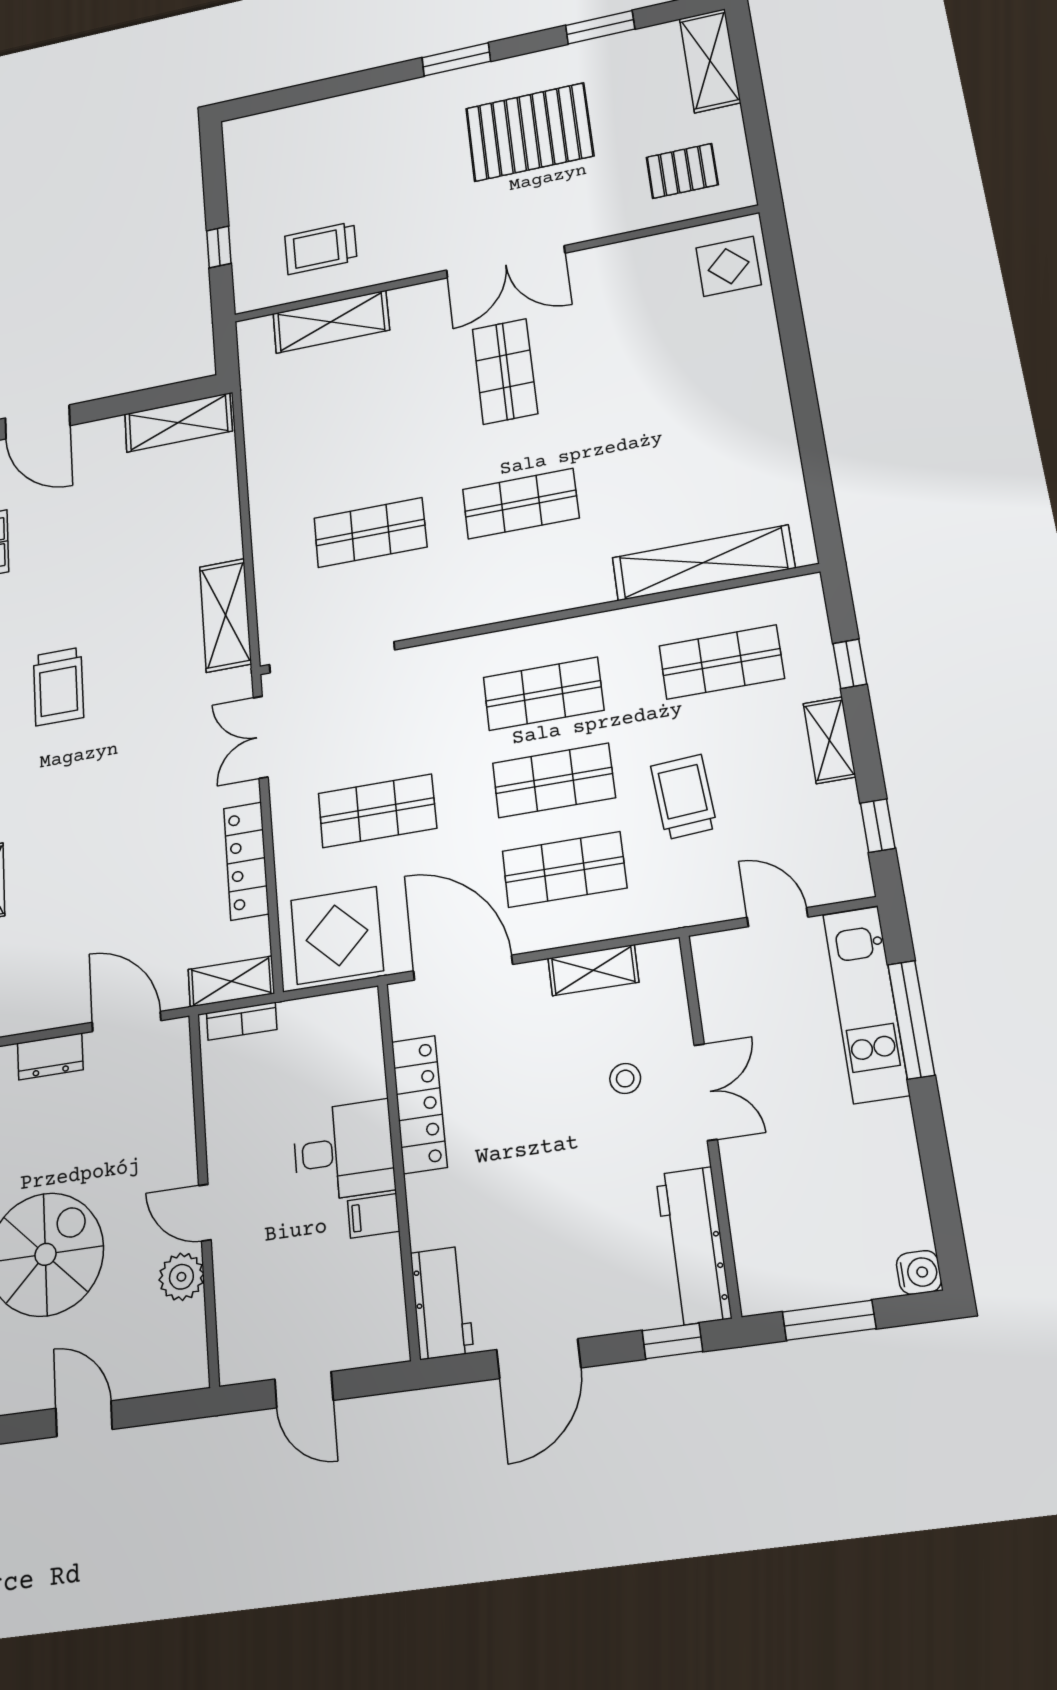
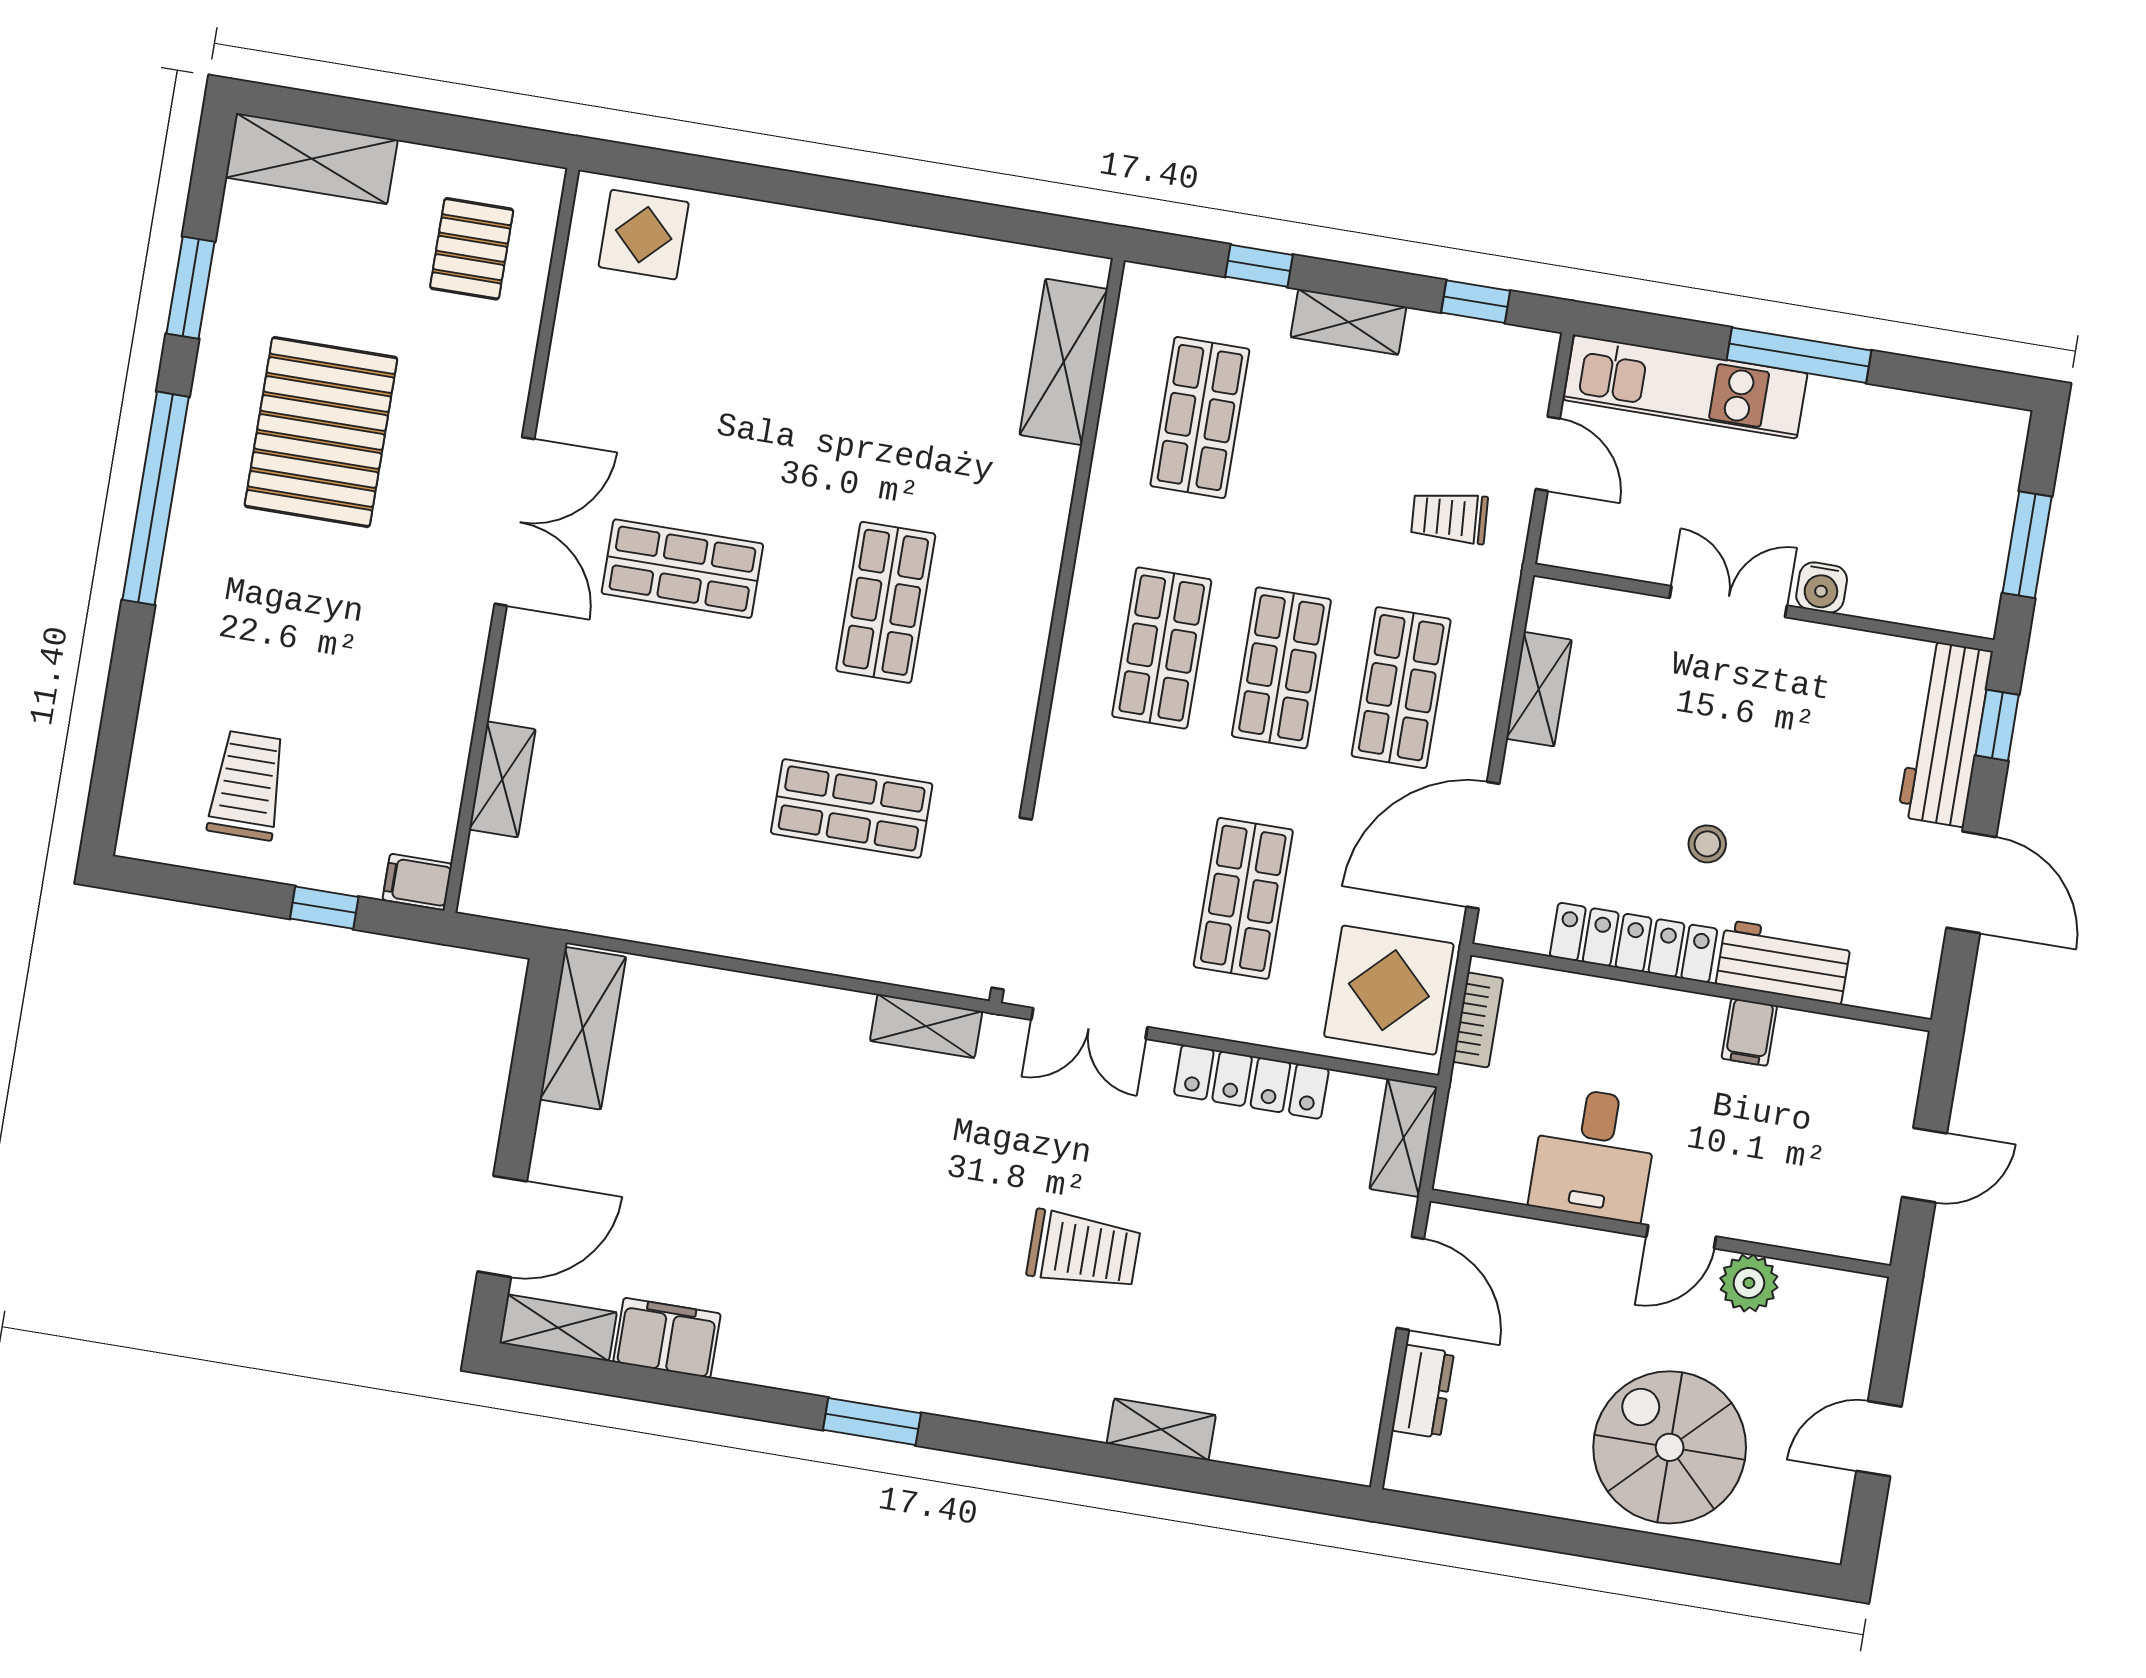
window: (456, 59) -> (156, 498), width x2.11
trolley: (321, 248) -> (247, 785), moved, turned 180
filing cabinet: (250, 293) -> (417, 882), added
shelving: (331, 322) -> (502, 779), width x0.67, depth x0.75
shop shelf: (370, 532) -> (852, 808), turned 90
shelving: (703, 563) -> (1064, 362), width x0.68
shelving: (225, 615) -> (926, 1026), width x0.67, depth x0.75
trolley: (58, 686) -> (1084, 1250), moved
trolley: (684, 797) -> (1449, 517), moved, width x0.73, depth x0.72
door: (777, 917) -> (1548, 454), swing flipped
window: (911, 1020) -> (1799, 355), moved
bookcase: (242, 1021) -> (1478, 1020), moved
door: (126, 1022) -> (1410, 1283), swing flipped
stool: (625, 1079) -> (1707, 844), moved
desk: (344, 1151) -> (1594, 1154), moved, turned 180
workbench: (693, 1246) -> (1945, 734), moved, turned 90
water cooler: (919, 1272) -> (1822, 588), moved, turned 180
workbench: (442, 1303) -> (1783, 962), moved

